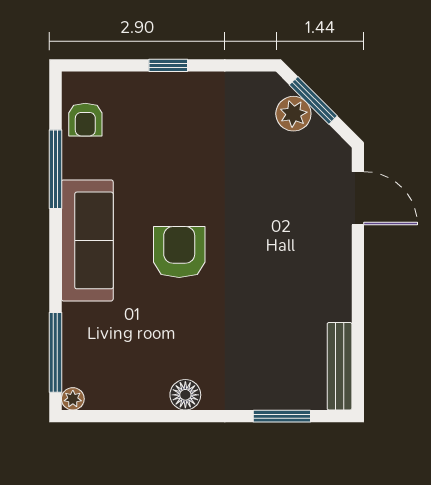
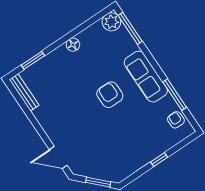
plant: (293, 114) -> (102, 172), removed
armchair: (179, 252) -> (110, 95), turned 180
plant: (73, 399) -> (111, 22), width x1.87, depth x1.87

